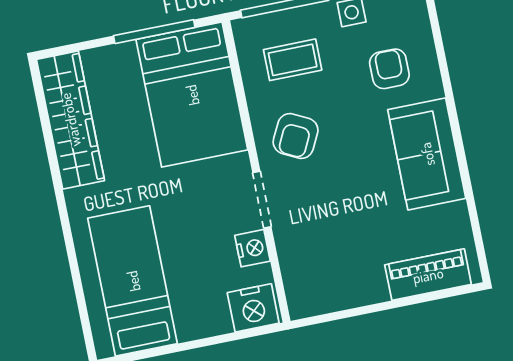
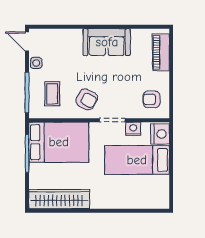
armchair: (389, 69) -> (152, 99), moved
bed: (133, 281) -> (137, 160), moved

